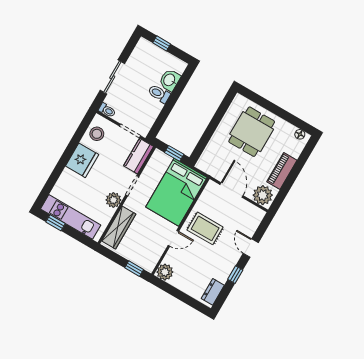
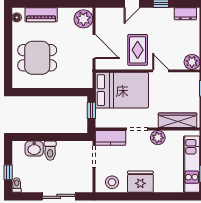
toilet: (107, 110) -> (17, 185), moved
piano: (282, 171) -> (41, 15), moved
door: (232, 190) -> (94, 47), swing flipped

